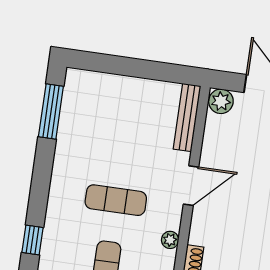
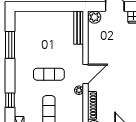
window: (51, 112) -> (10, 45), moved
door: (191, 186) -> (86, 74), moved

